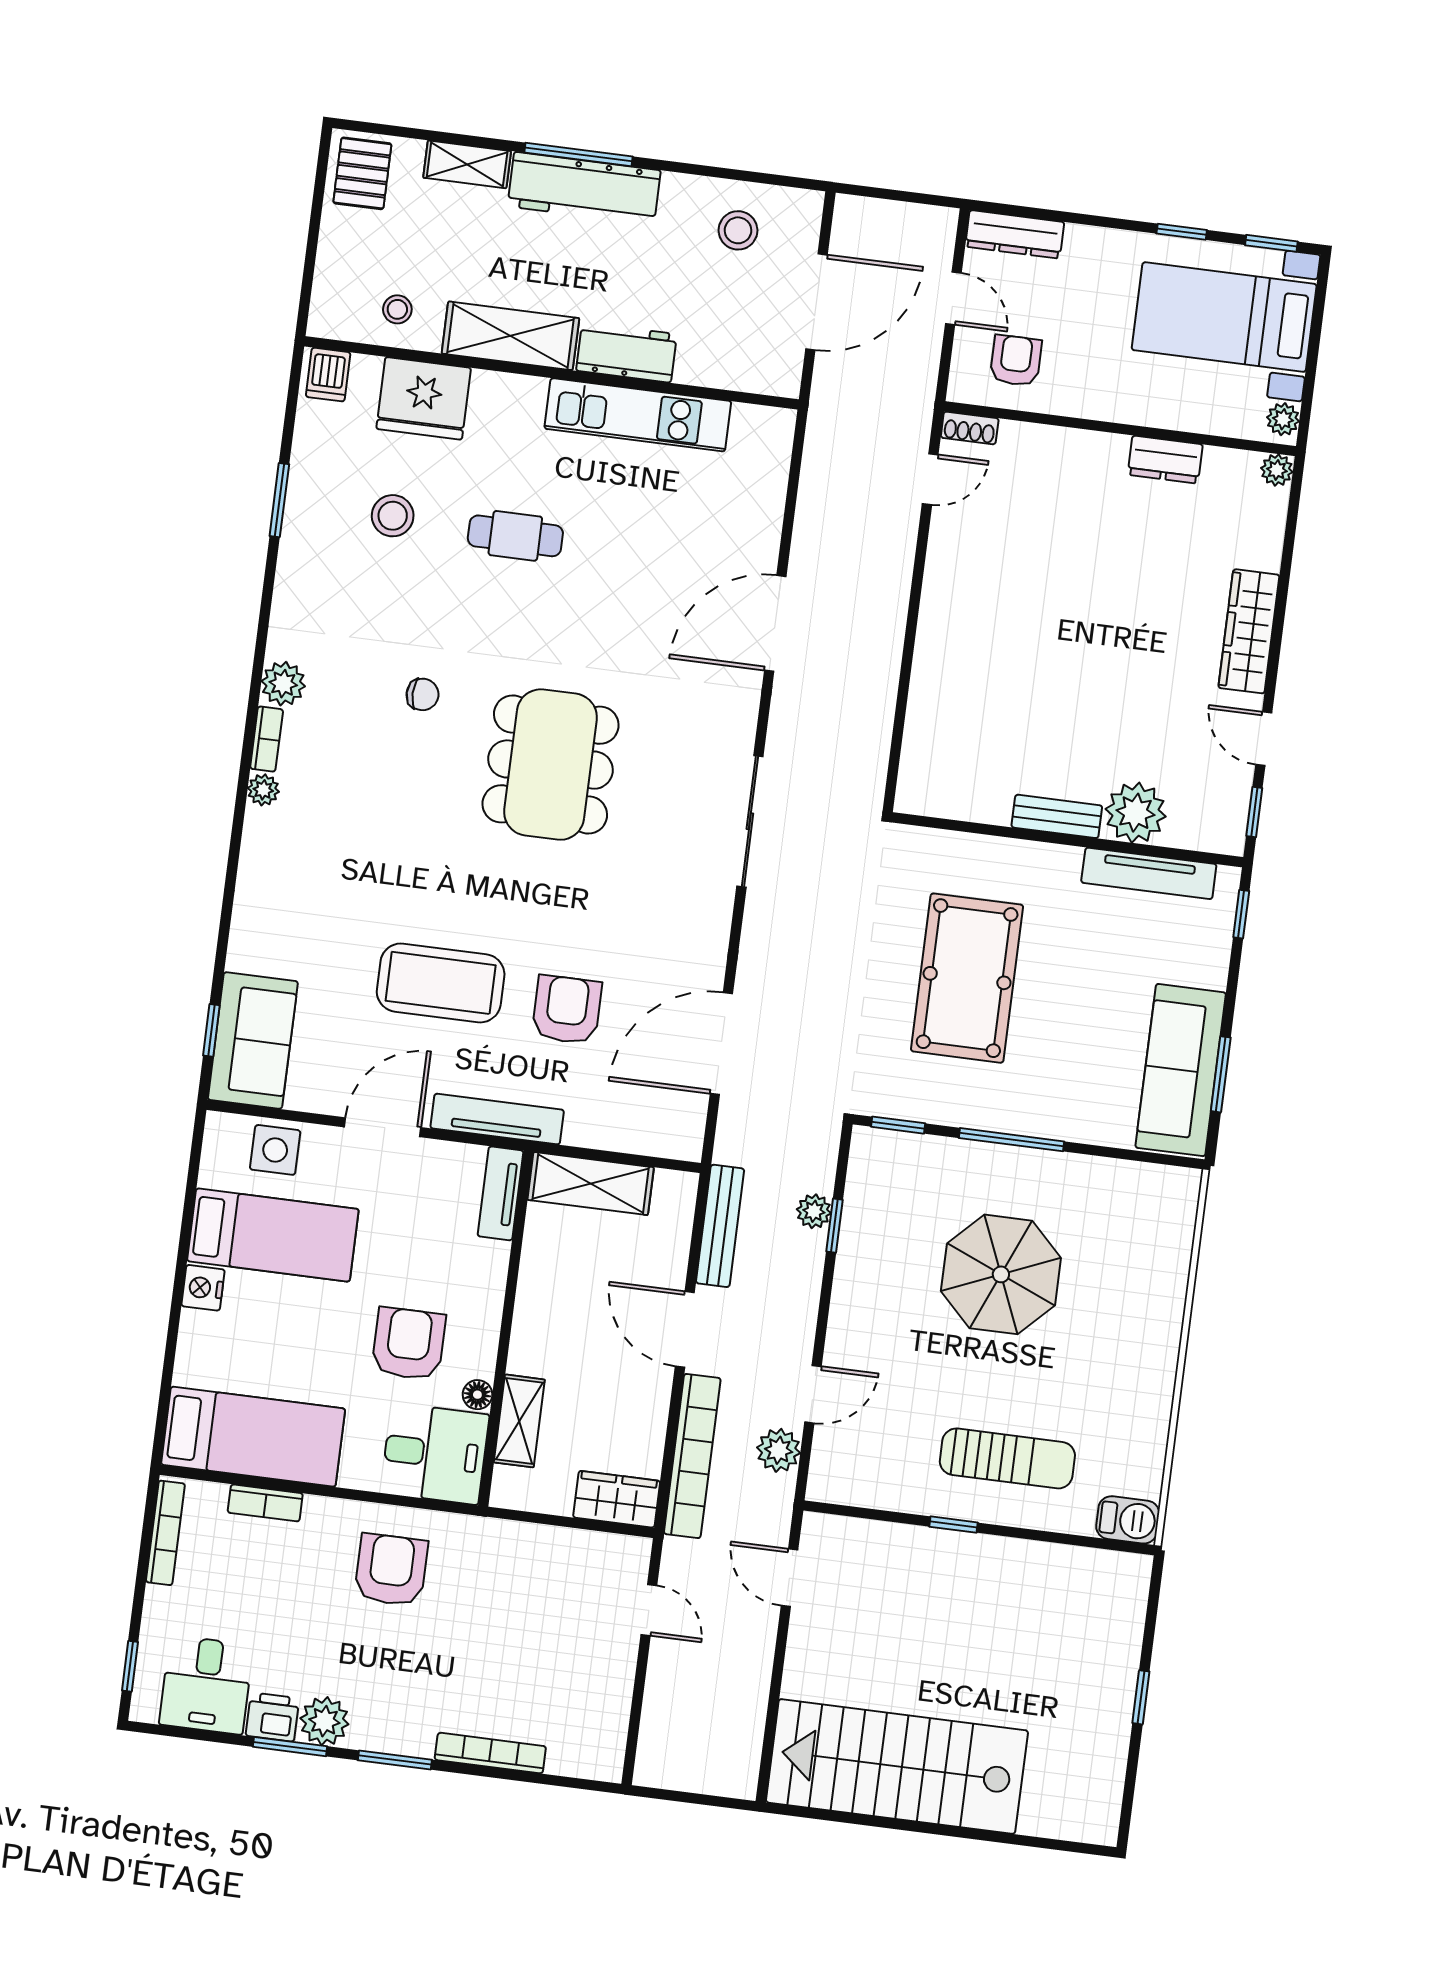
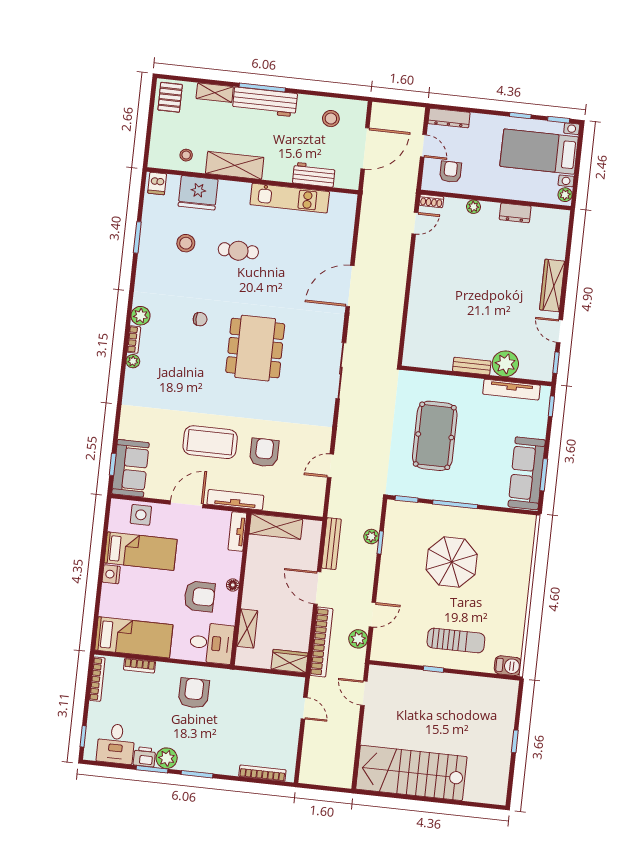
workbench: (626, 352) -> (314, 175), moved
plant: (1277, 470) -> (474, 207), moved
door: (721, 1044) -> (330, 466), width x0.53
armchair: (409, 1344) -> (199, 596), turned 90
floor lamp: (477, 1395) -> (233, 585), moved
bookcase: (490, 1753) -> (262, 773), moved

